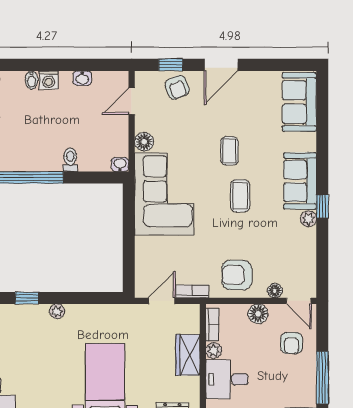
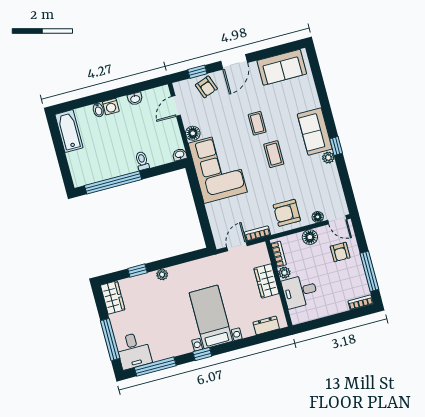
sofa: (299, 102) -> (282, 67), moved, turned -90

